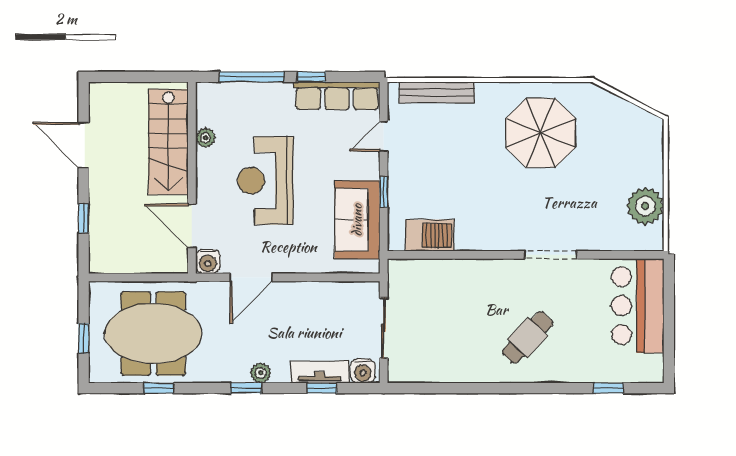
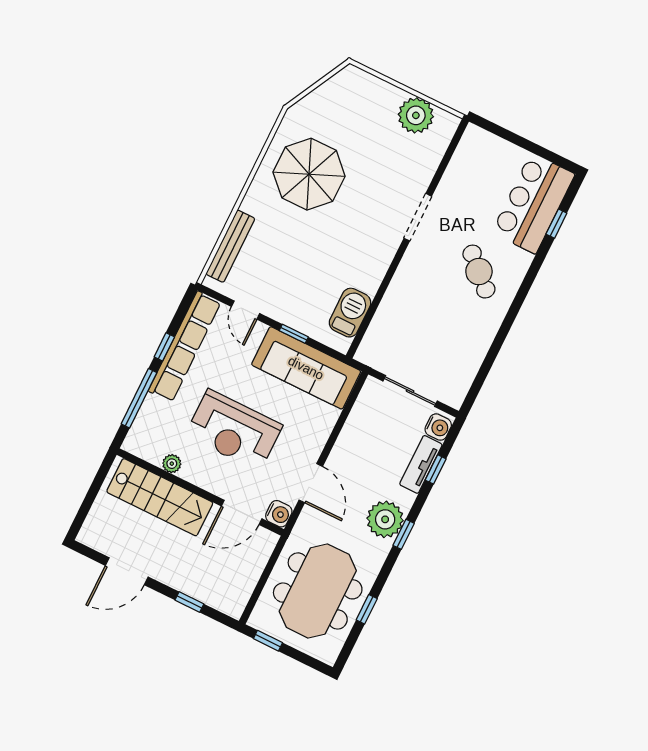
row of seats: (337, 96) -> (185, 347), width x1.36
sofa: (357, 220) -> (306, 368), width x1.36
bar counter: (638, 306) -> (533, 203), moved, turned 90
window: (84, 338) -> (268, 641), moved
plant: (261, 373) -> (385, 519), width x1.88, depth x1.88

